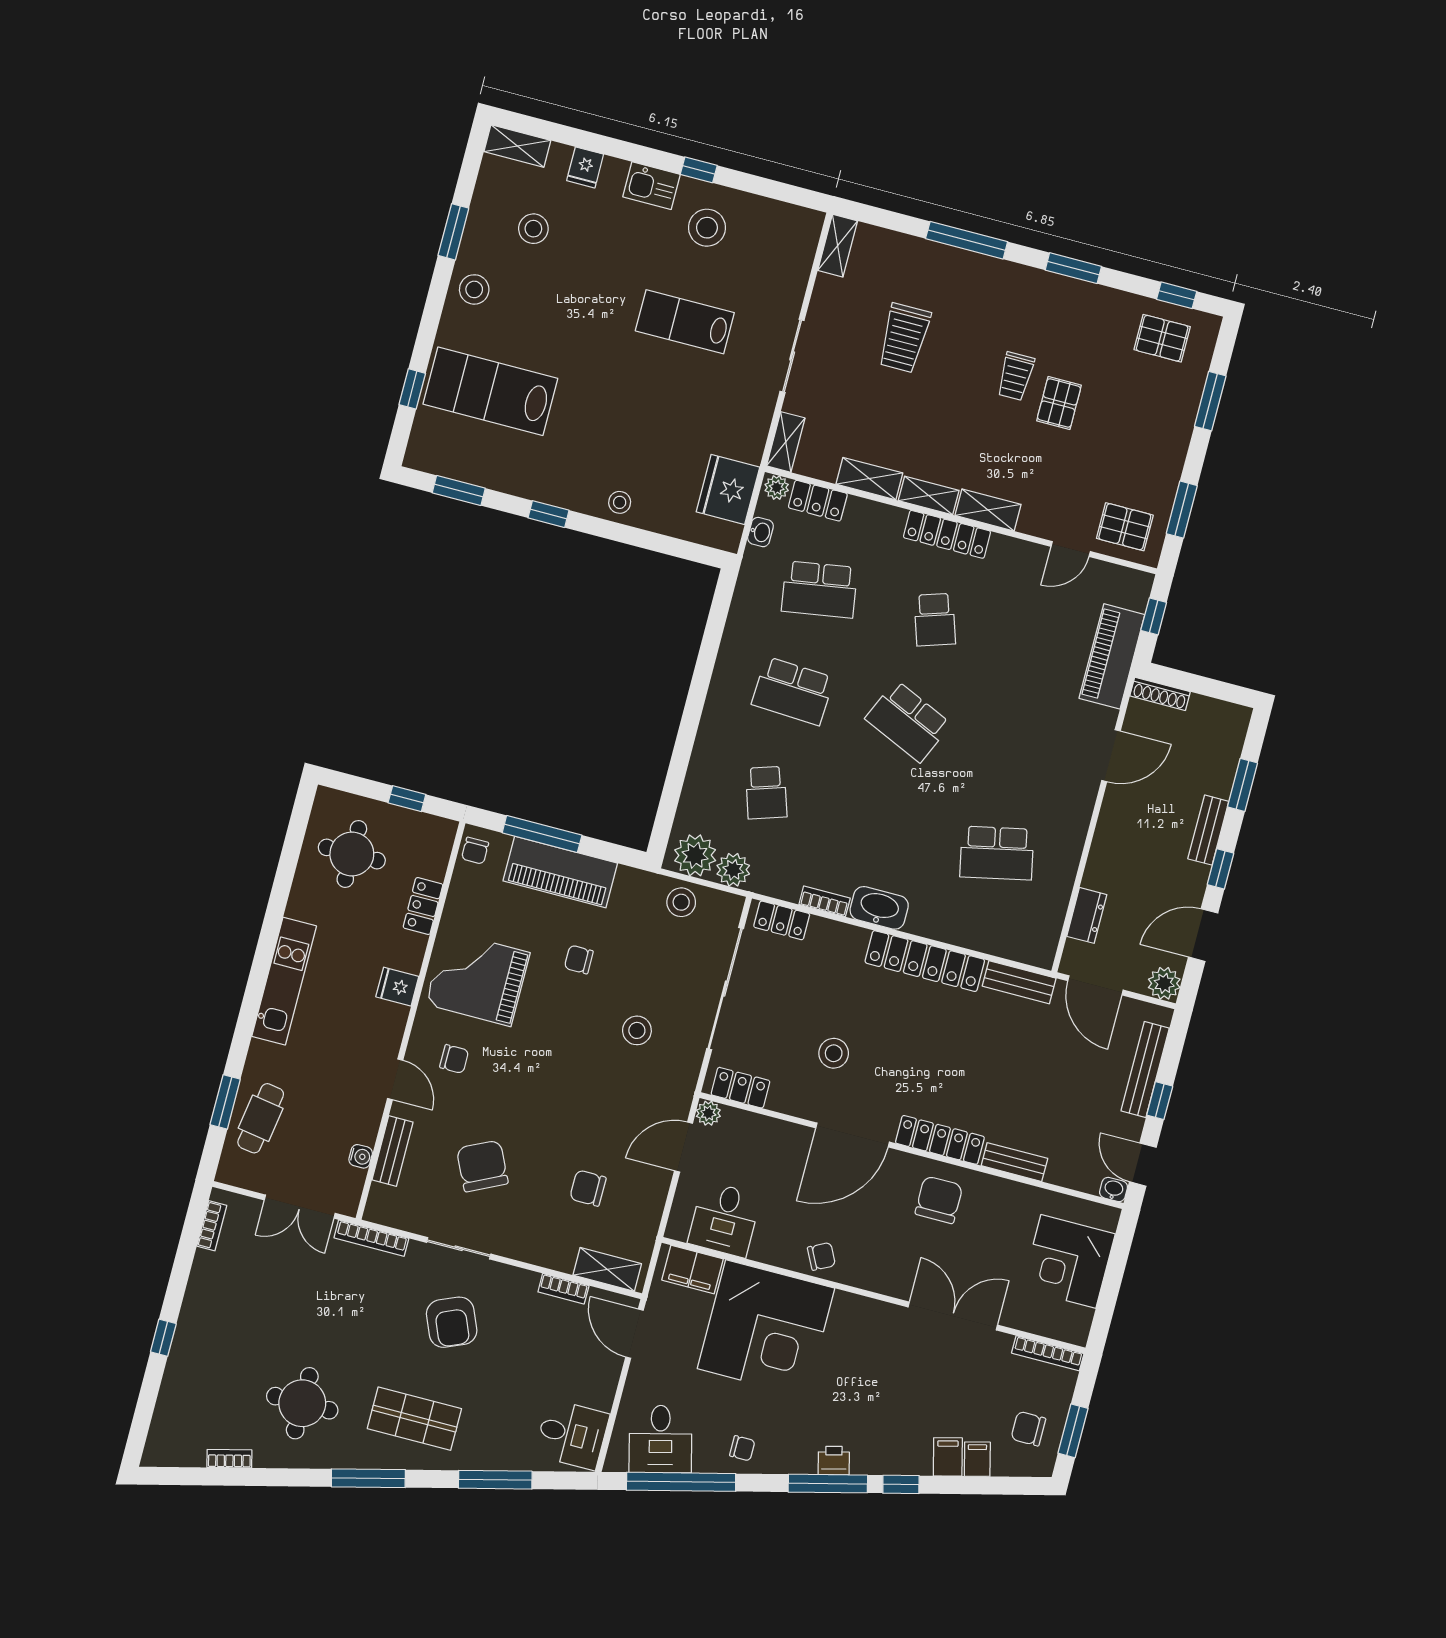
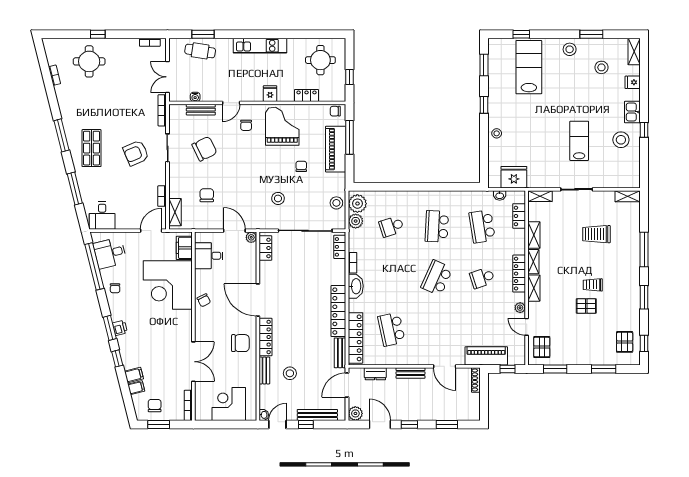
plant: (777, 488) -> (520, 308), moved
bench: (1208, 830) -> (411, 373), moved
locker: (995, 939) -> (356, 338), added
stool: (834, 1053) -> (290, 373), moved
round table: (302, 1403) -> (89, 61), moved
window: (828, 1484) -> (110, 328), width x0.69

